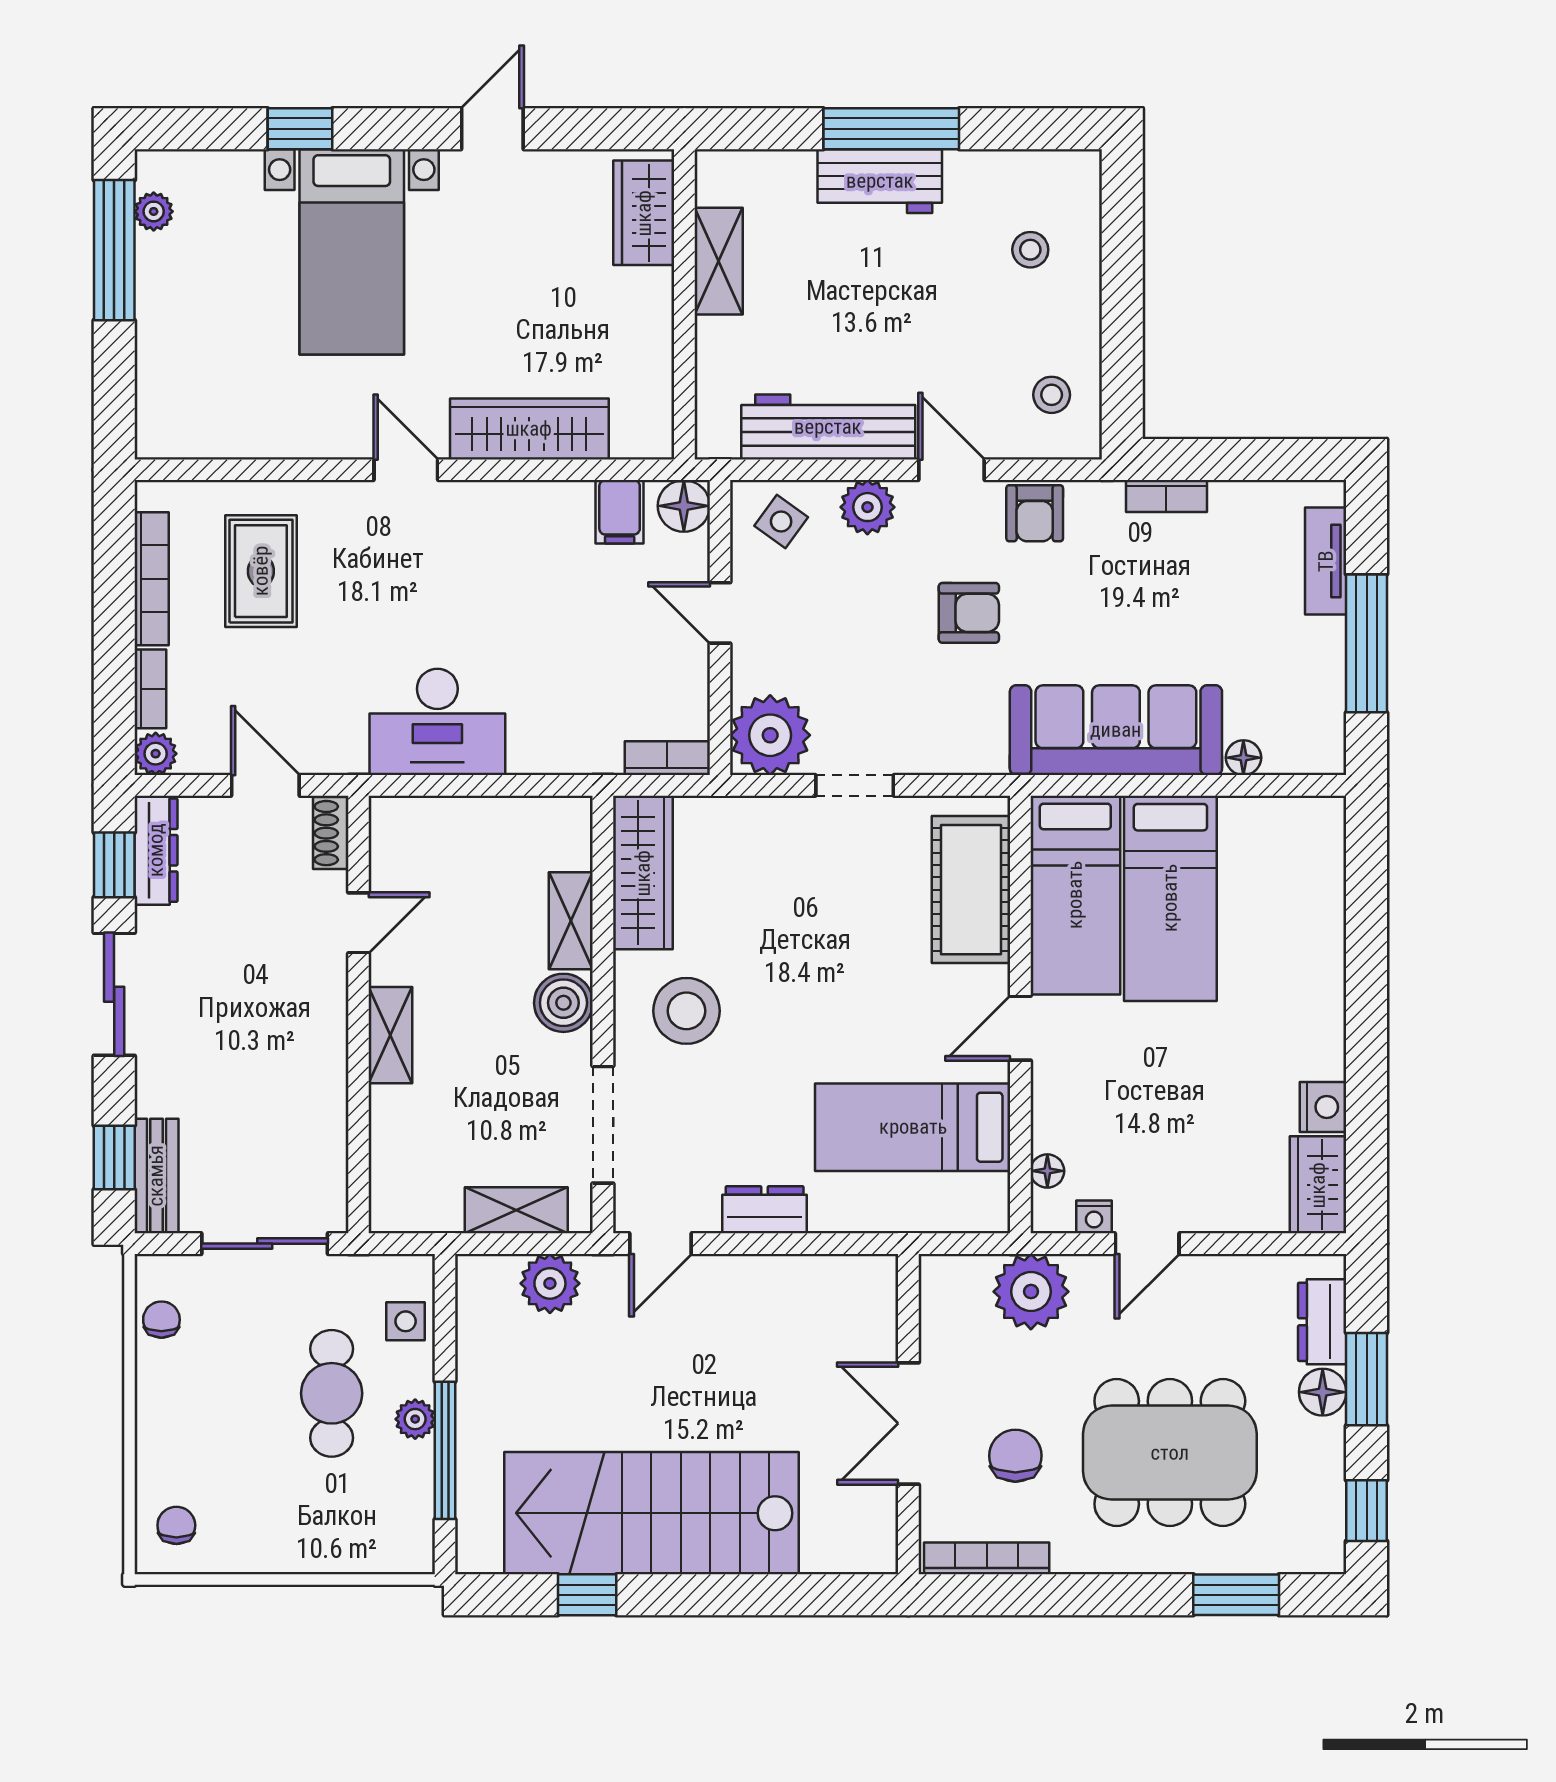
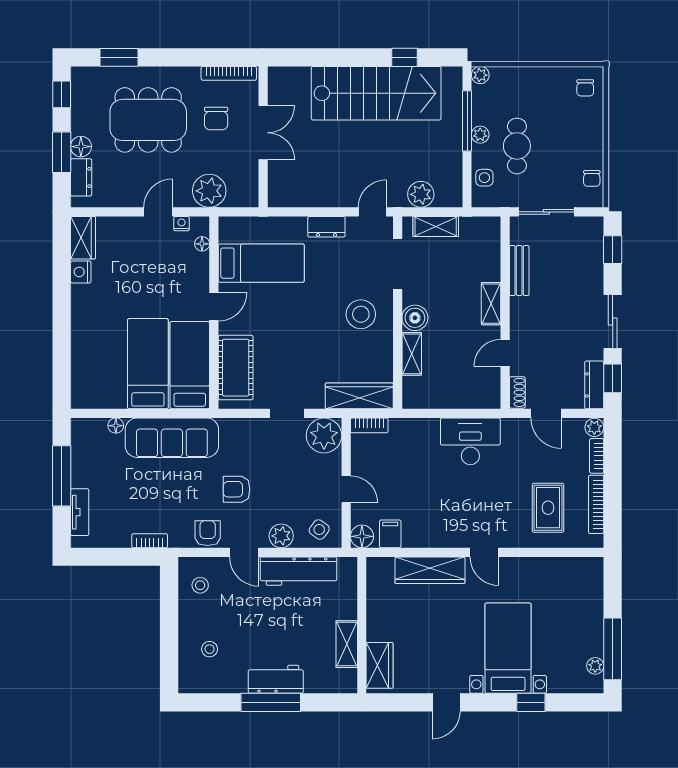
wardrobe: (643, 873) -> (359, 396), moved, turned 90
bench: (156, 1176) -> (519, 270), moved
plant: (415, 1555) -> (480, 75), added

